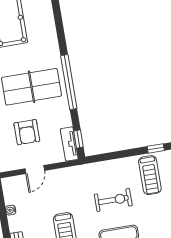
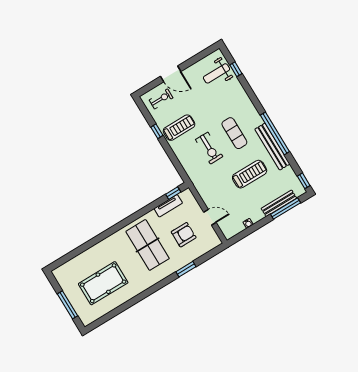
window: (69, 82) -> (133, 218), removed
tv unit: (69, 144) -> (168, 206), moved
exercise bike: (113, 200) -> (209, 148), turned 180

